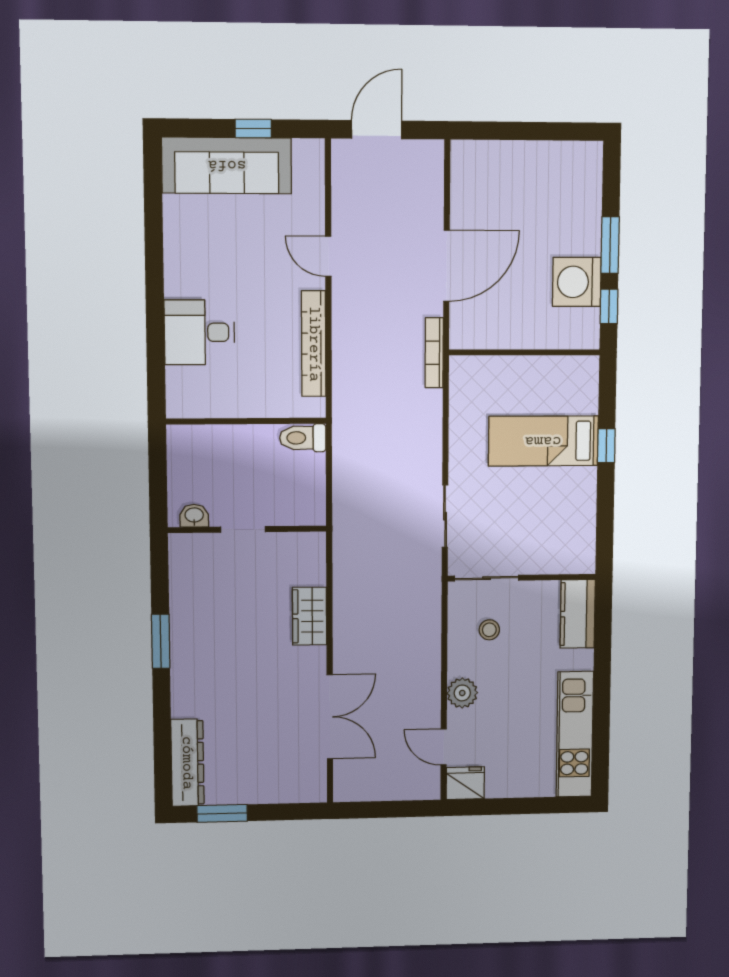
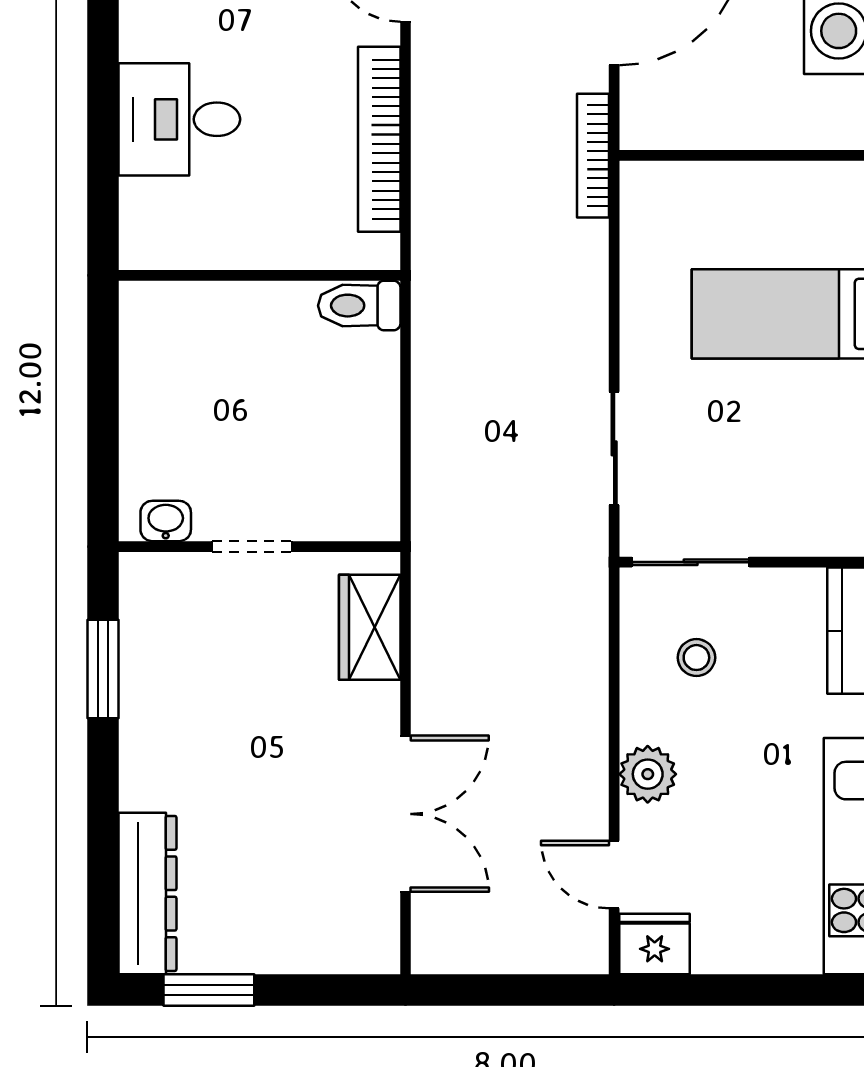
washbasin: (194, 516) -> (166, 521), moved
doorway: (243, 529) -> (252, 547), moved
wall: (247, 529) -> (259, 547), moved

